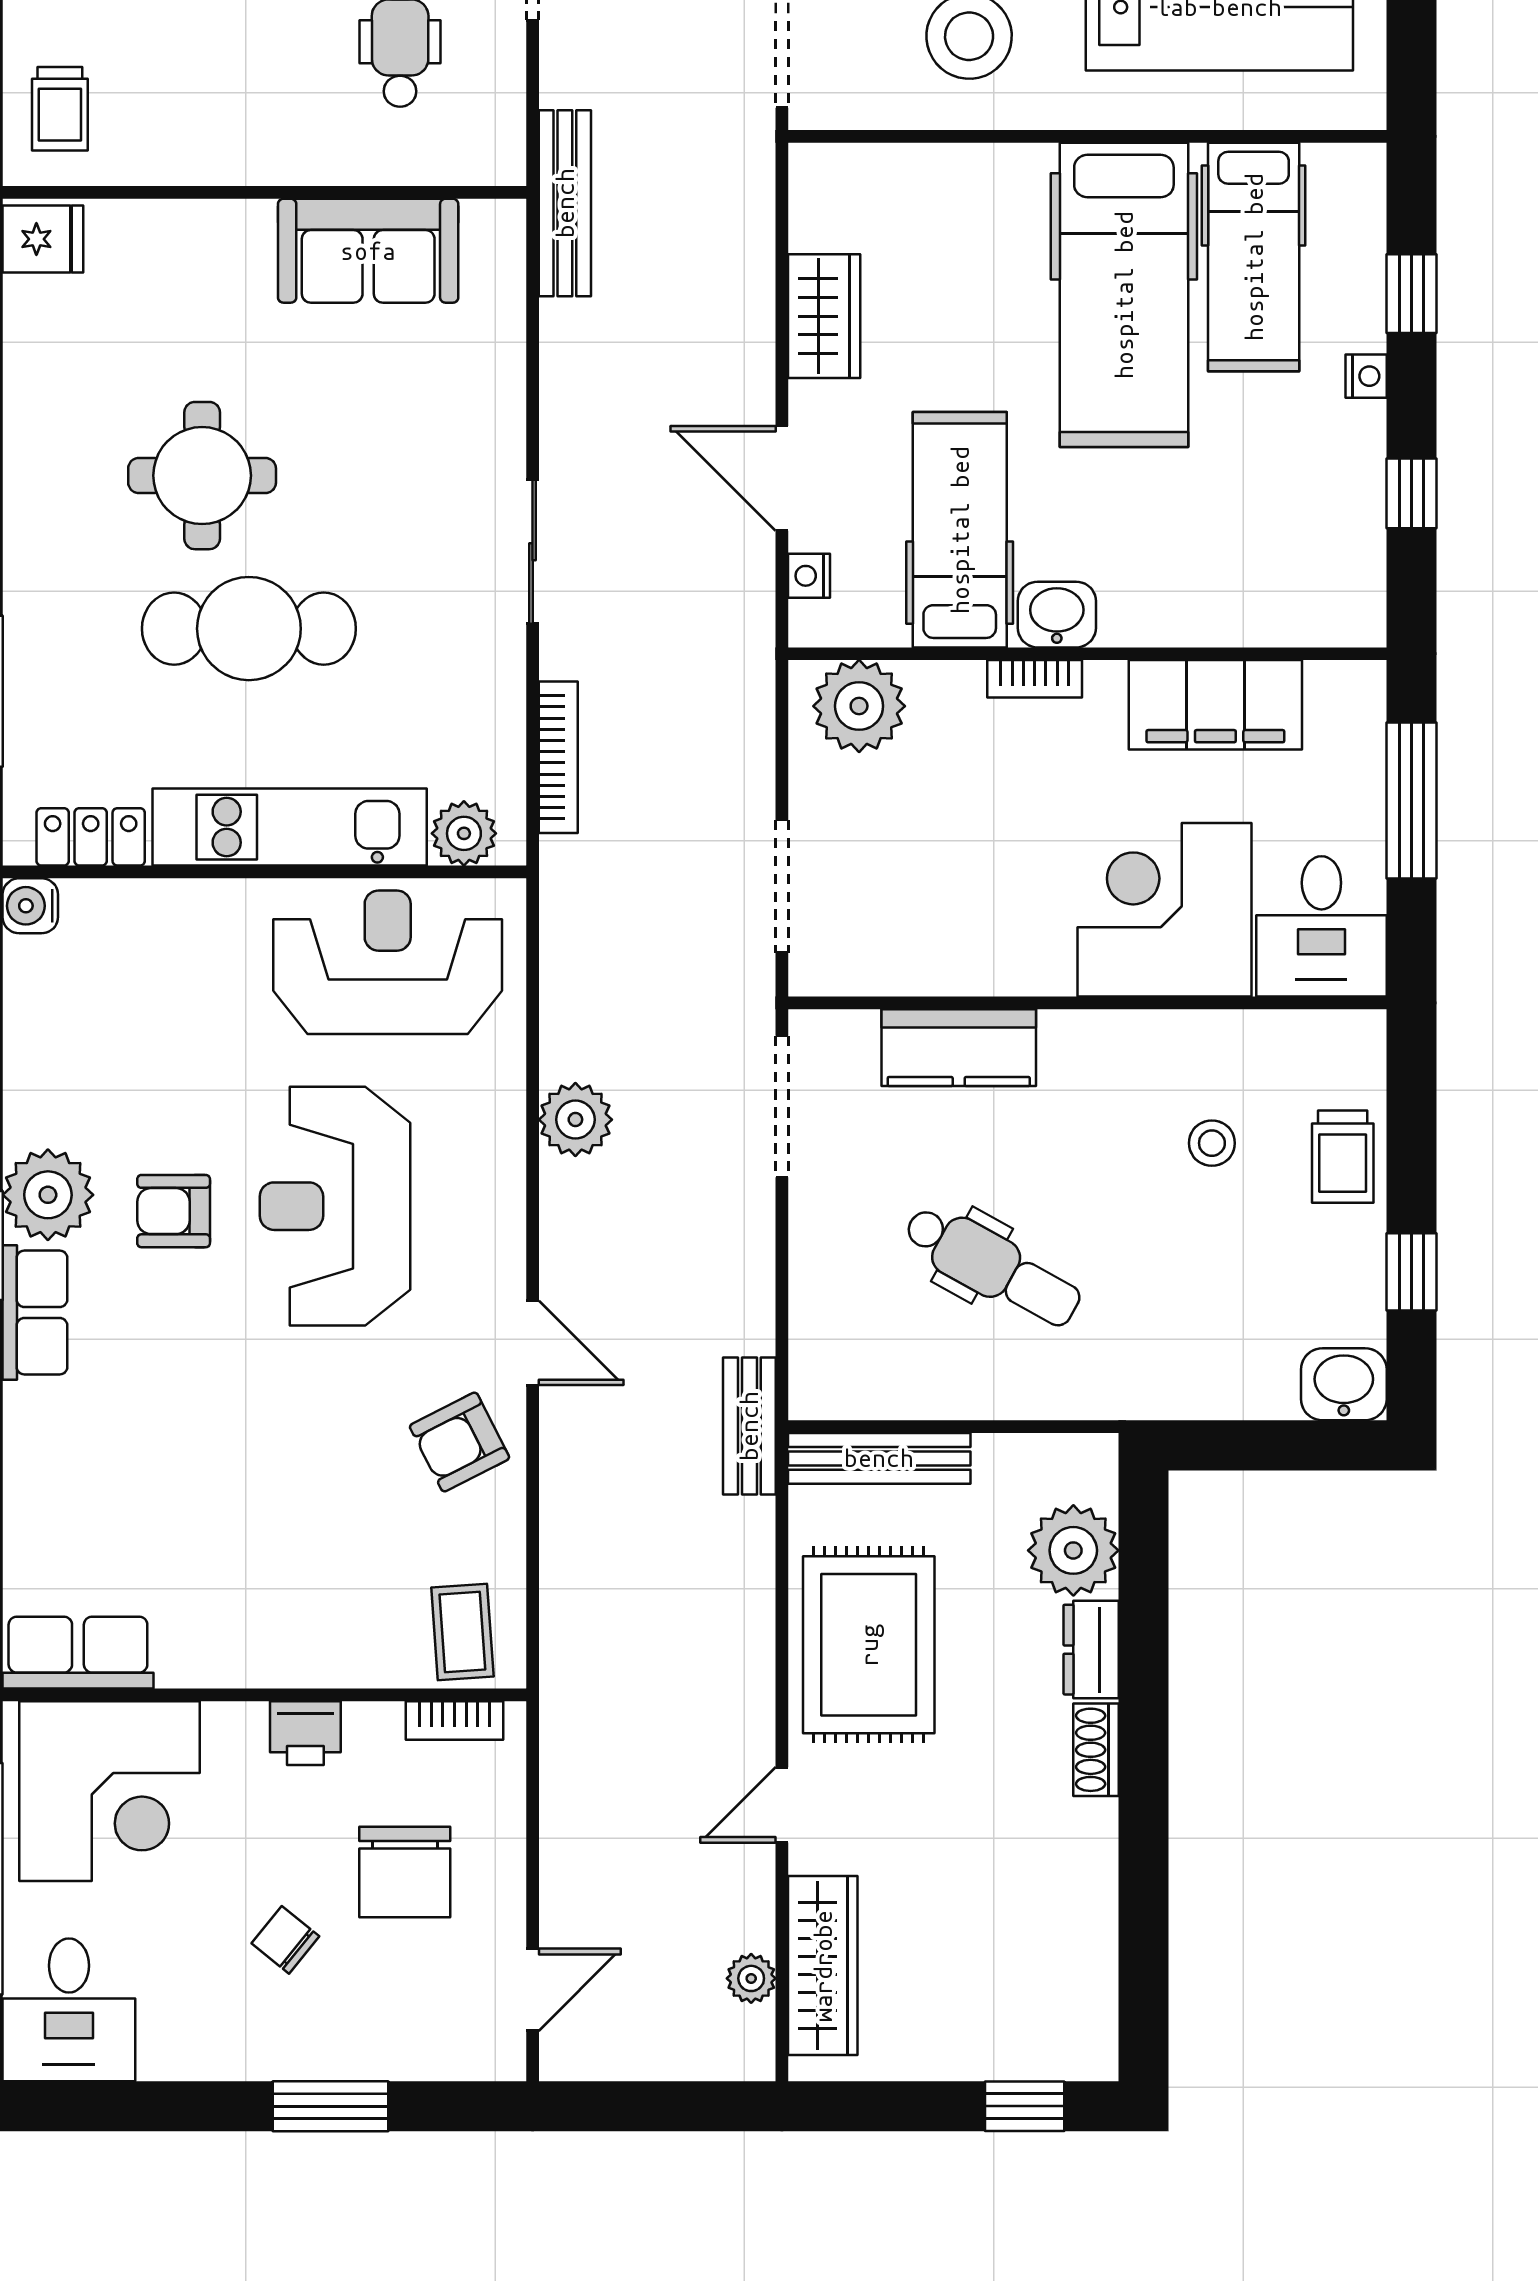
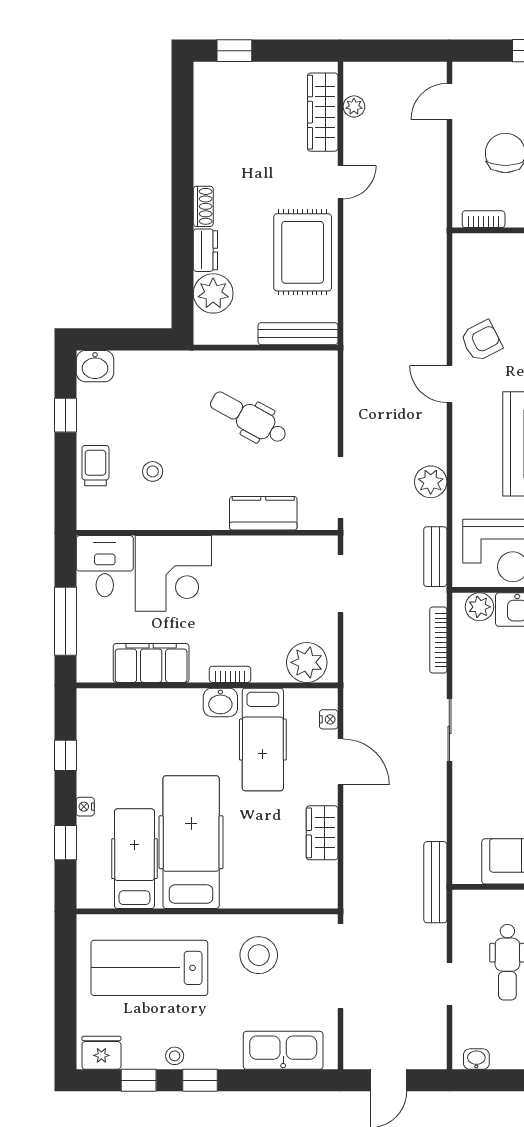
bench: (749, 1426) -> (435, 557), moved
coffee table: (462, 1632) -> (480, 258), removed

